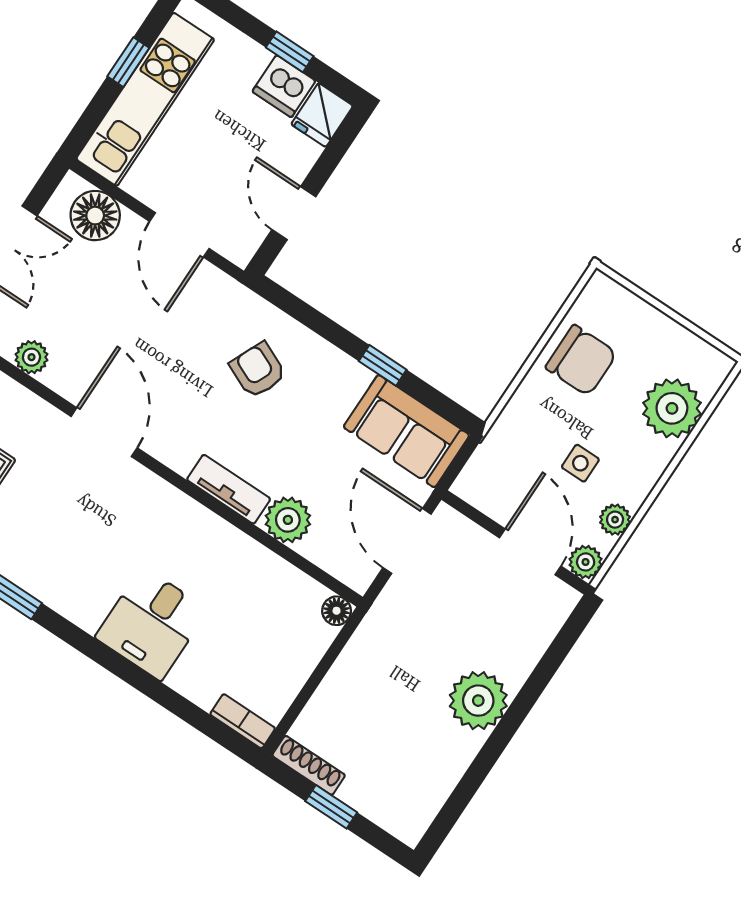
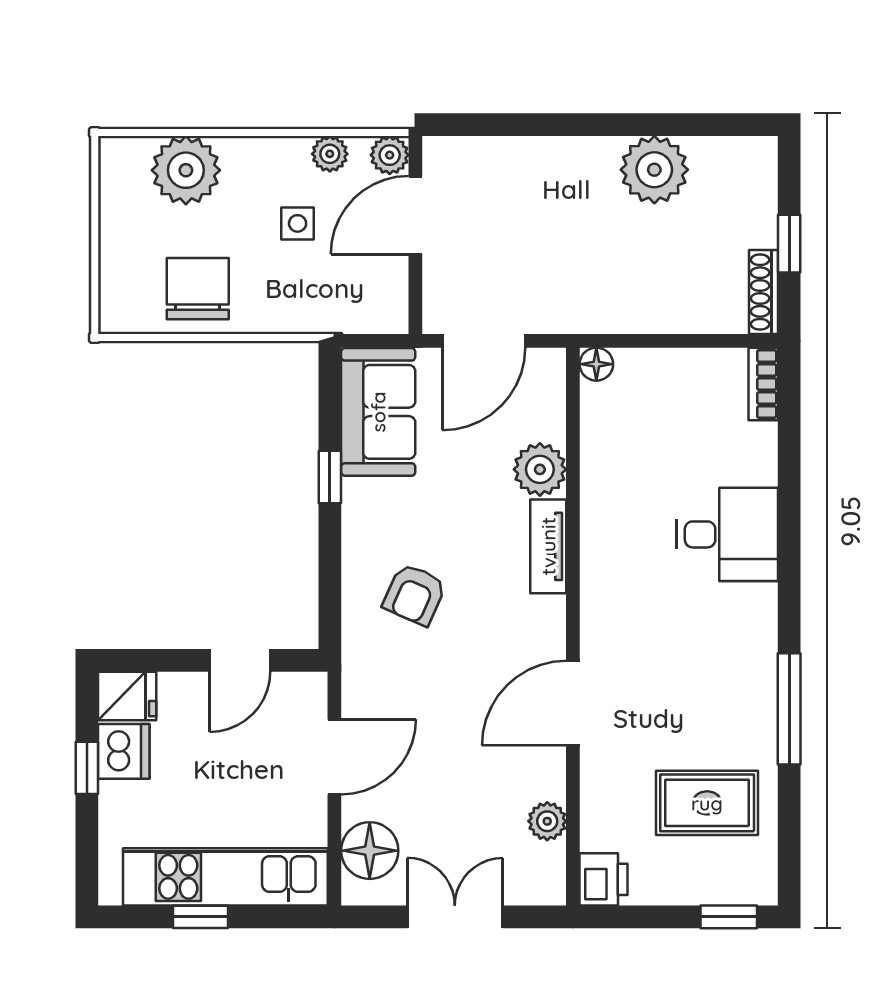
plant: (478, 701) -> (654, 170), moved

